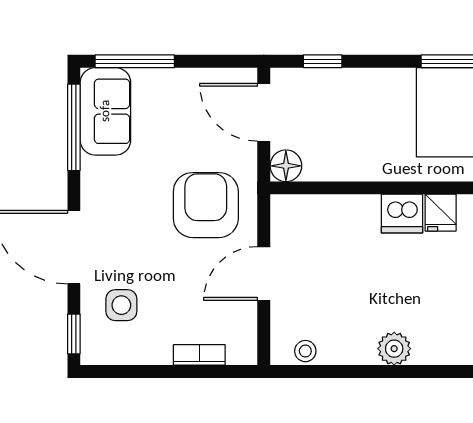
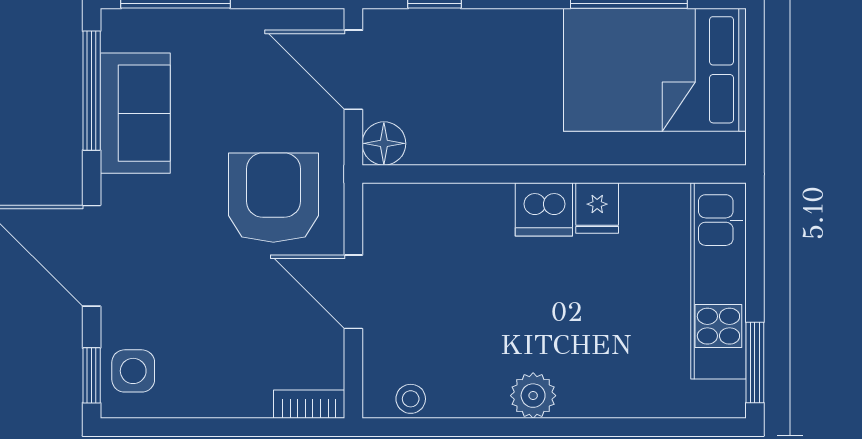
sofa: (105, 111) -> (135, 113), moved
door: (264, 273) -> (353, 292), hinge flipped
side table: (121, 305) -> (133, 371), moved
bookcase: (199, 355) -> (309, 404), moved

